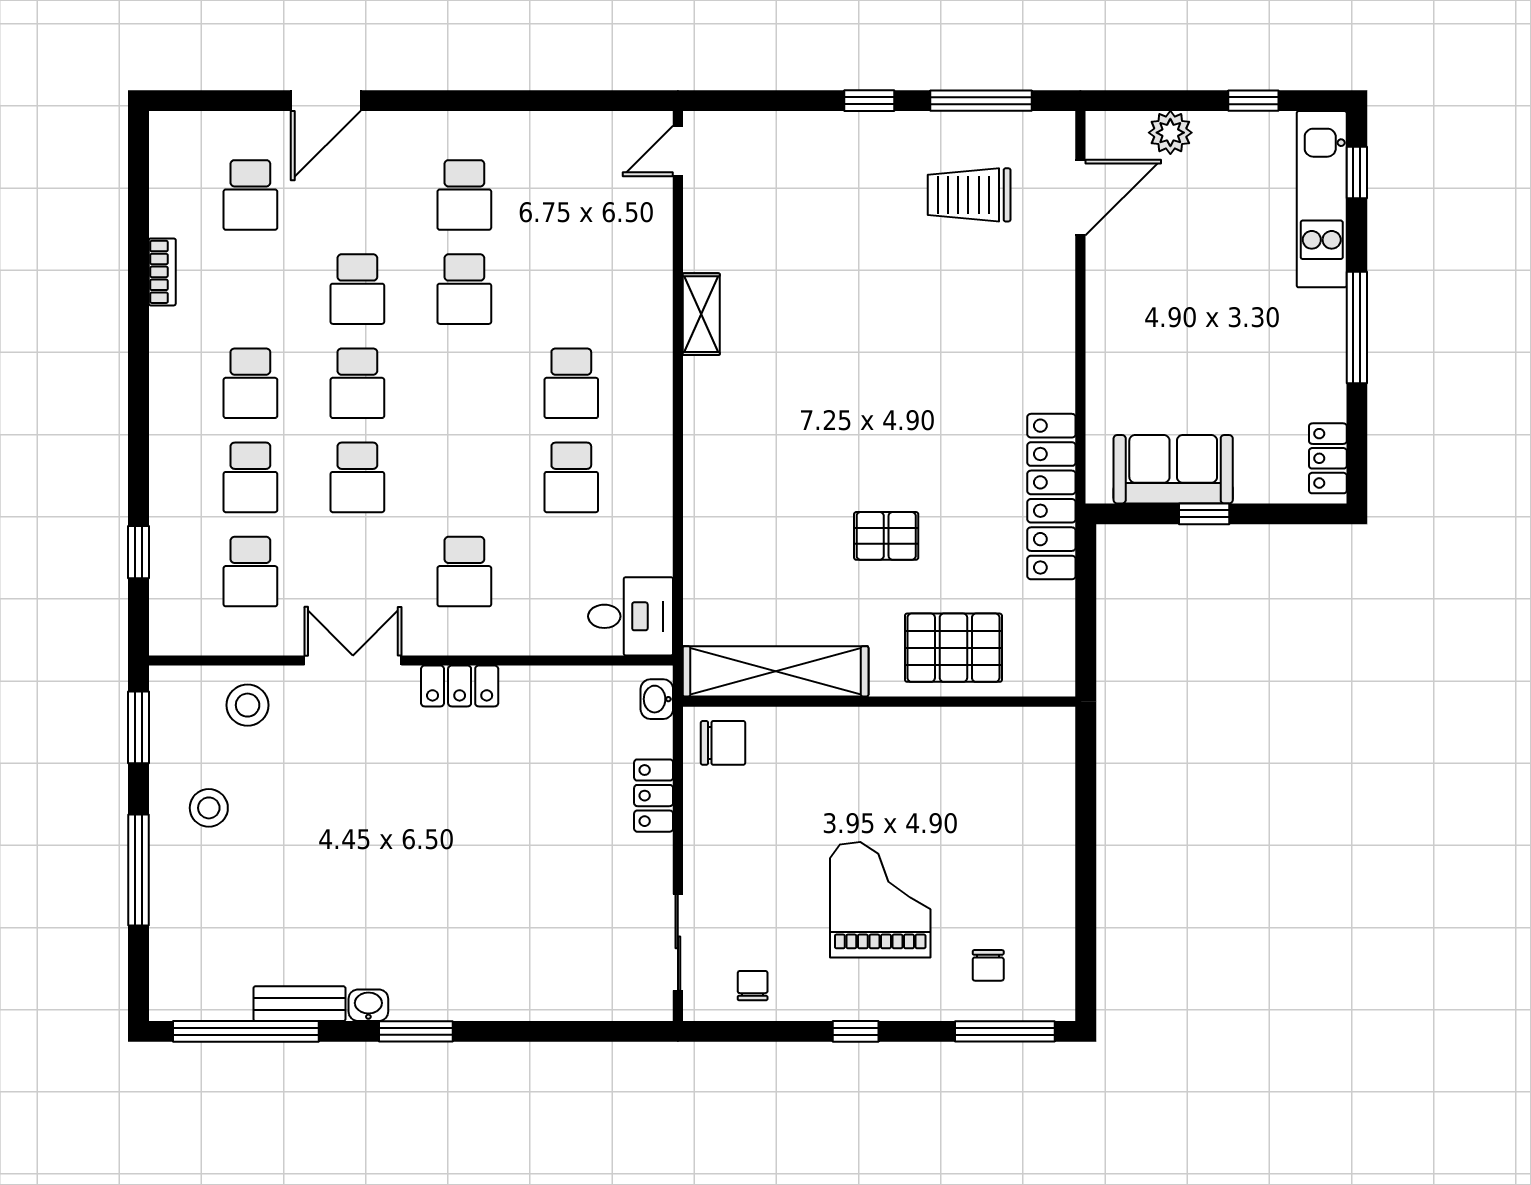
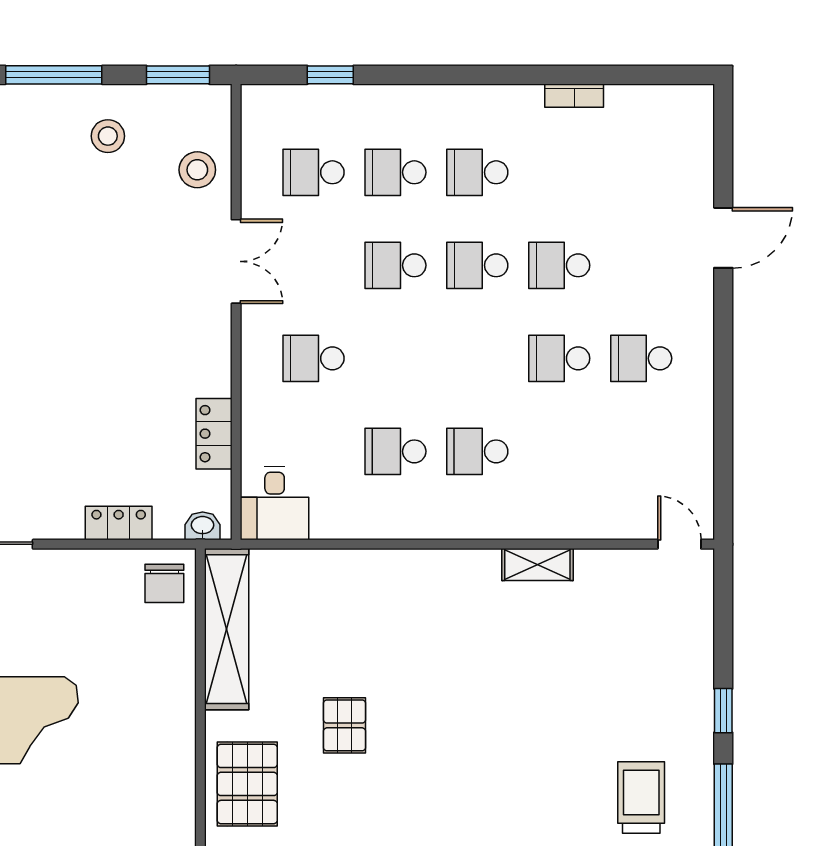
door: (326, 101) -> (723, 238), swing flipped
school desk: (250, 195) -> (641, 172), removed
locker: (460, 686) -> (214, 434), moved

